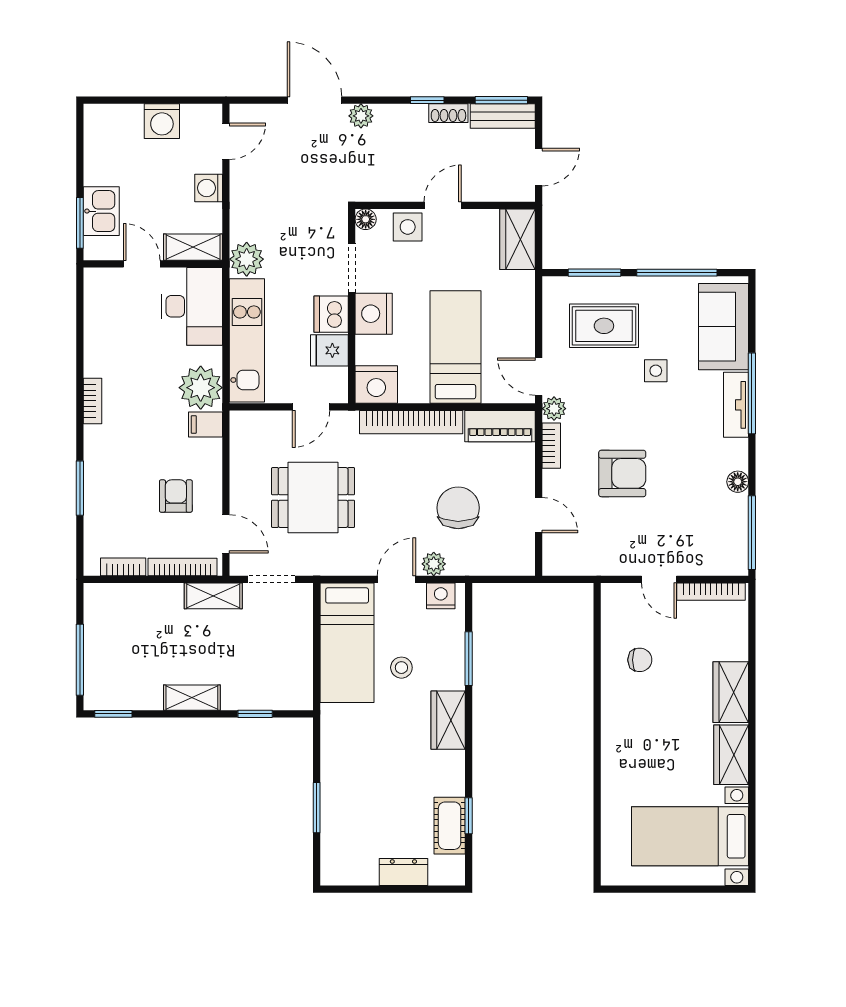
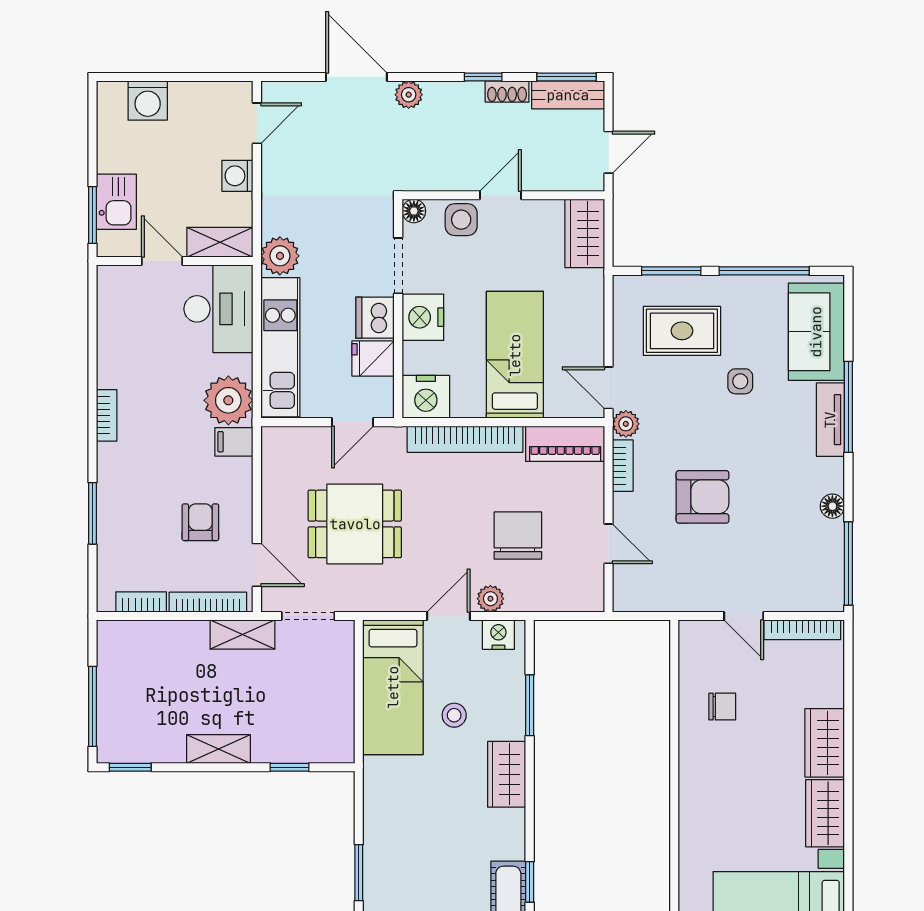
washing machine: (162, 121) -> (148, 101), moved

